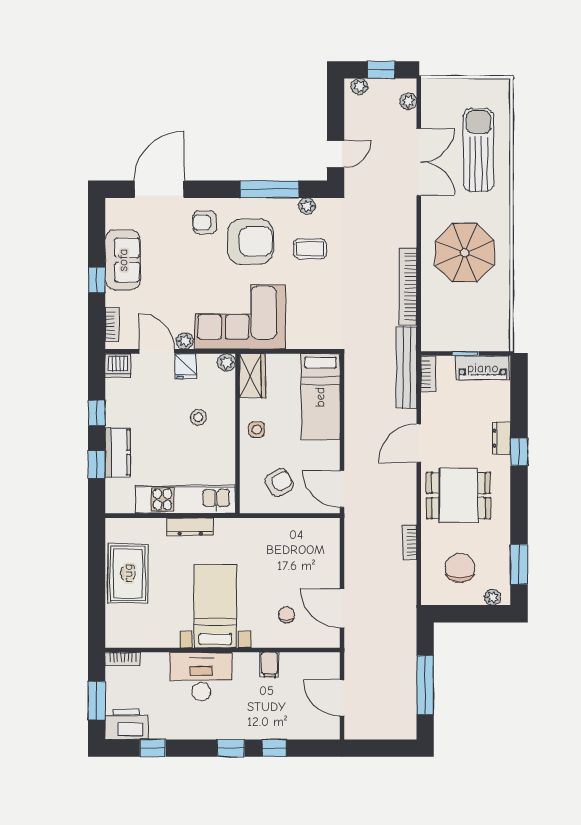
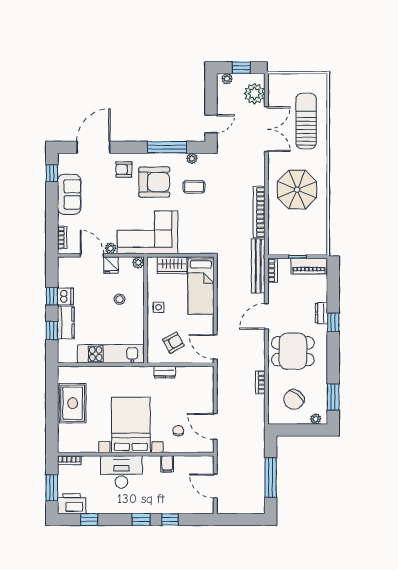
plant: (408, 101) -> (254, 94), width x1.87, depth x1.87
window: (97, 280) -> (52, 173), moved
dishwasher: (118, 365) -> (65, 296), moved, turned -90
wardrobe: (252, 376) -> (172, 265), moved, turned 90
dresser: (190, 527) -> (165, 372), moved, width x0.70
chair: (460, 568) -> (294, 400), turned -141
bed with nightstands: (215, 606) -> (131, 425), width x1.36

